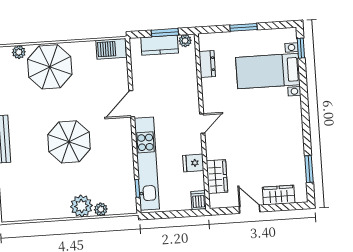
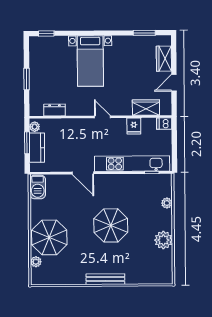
bed with nightstands: (268, 71) -> (90, 61), moved
plant: (81, 206) -> (163, 240), moved

